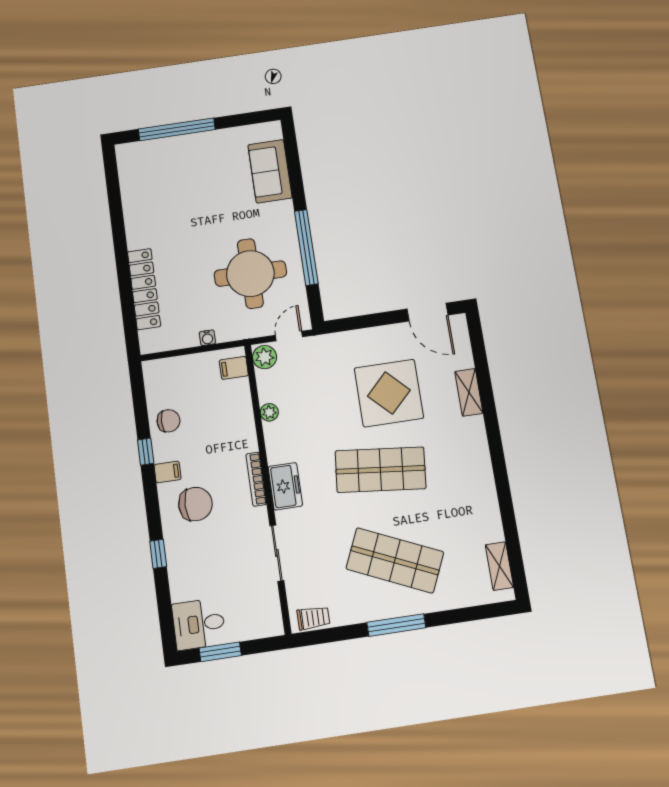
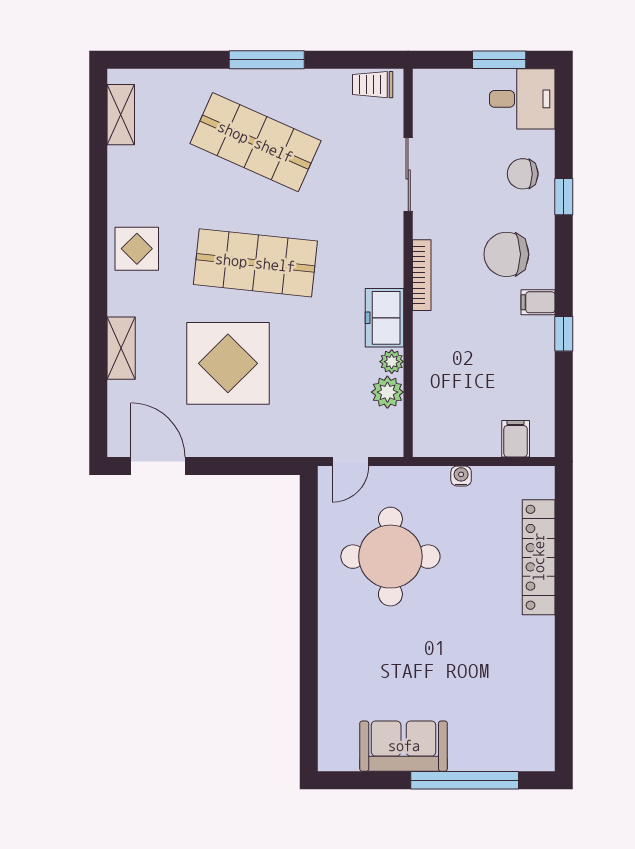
sofa: (270, 171) -> (404, 746), moved, turned -90
window: (306, 247) -> (309, 582), removed
plant: (265, 357) -> (387, 392), moved
filing cabinet: (234, 368) -> (516, 439), moved, turned -90
chair: (168, 421) -> (523, 174), moved
display table: (470, 467) -> (137, 249), added
freezer: (285, 486) -> (385, 318), moved

